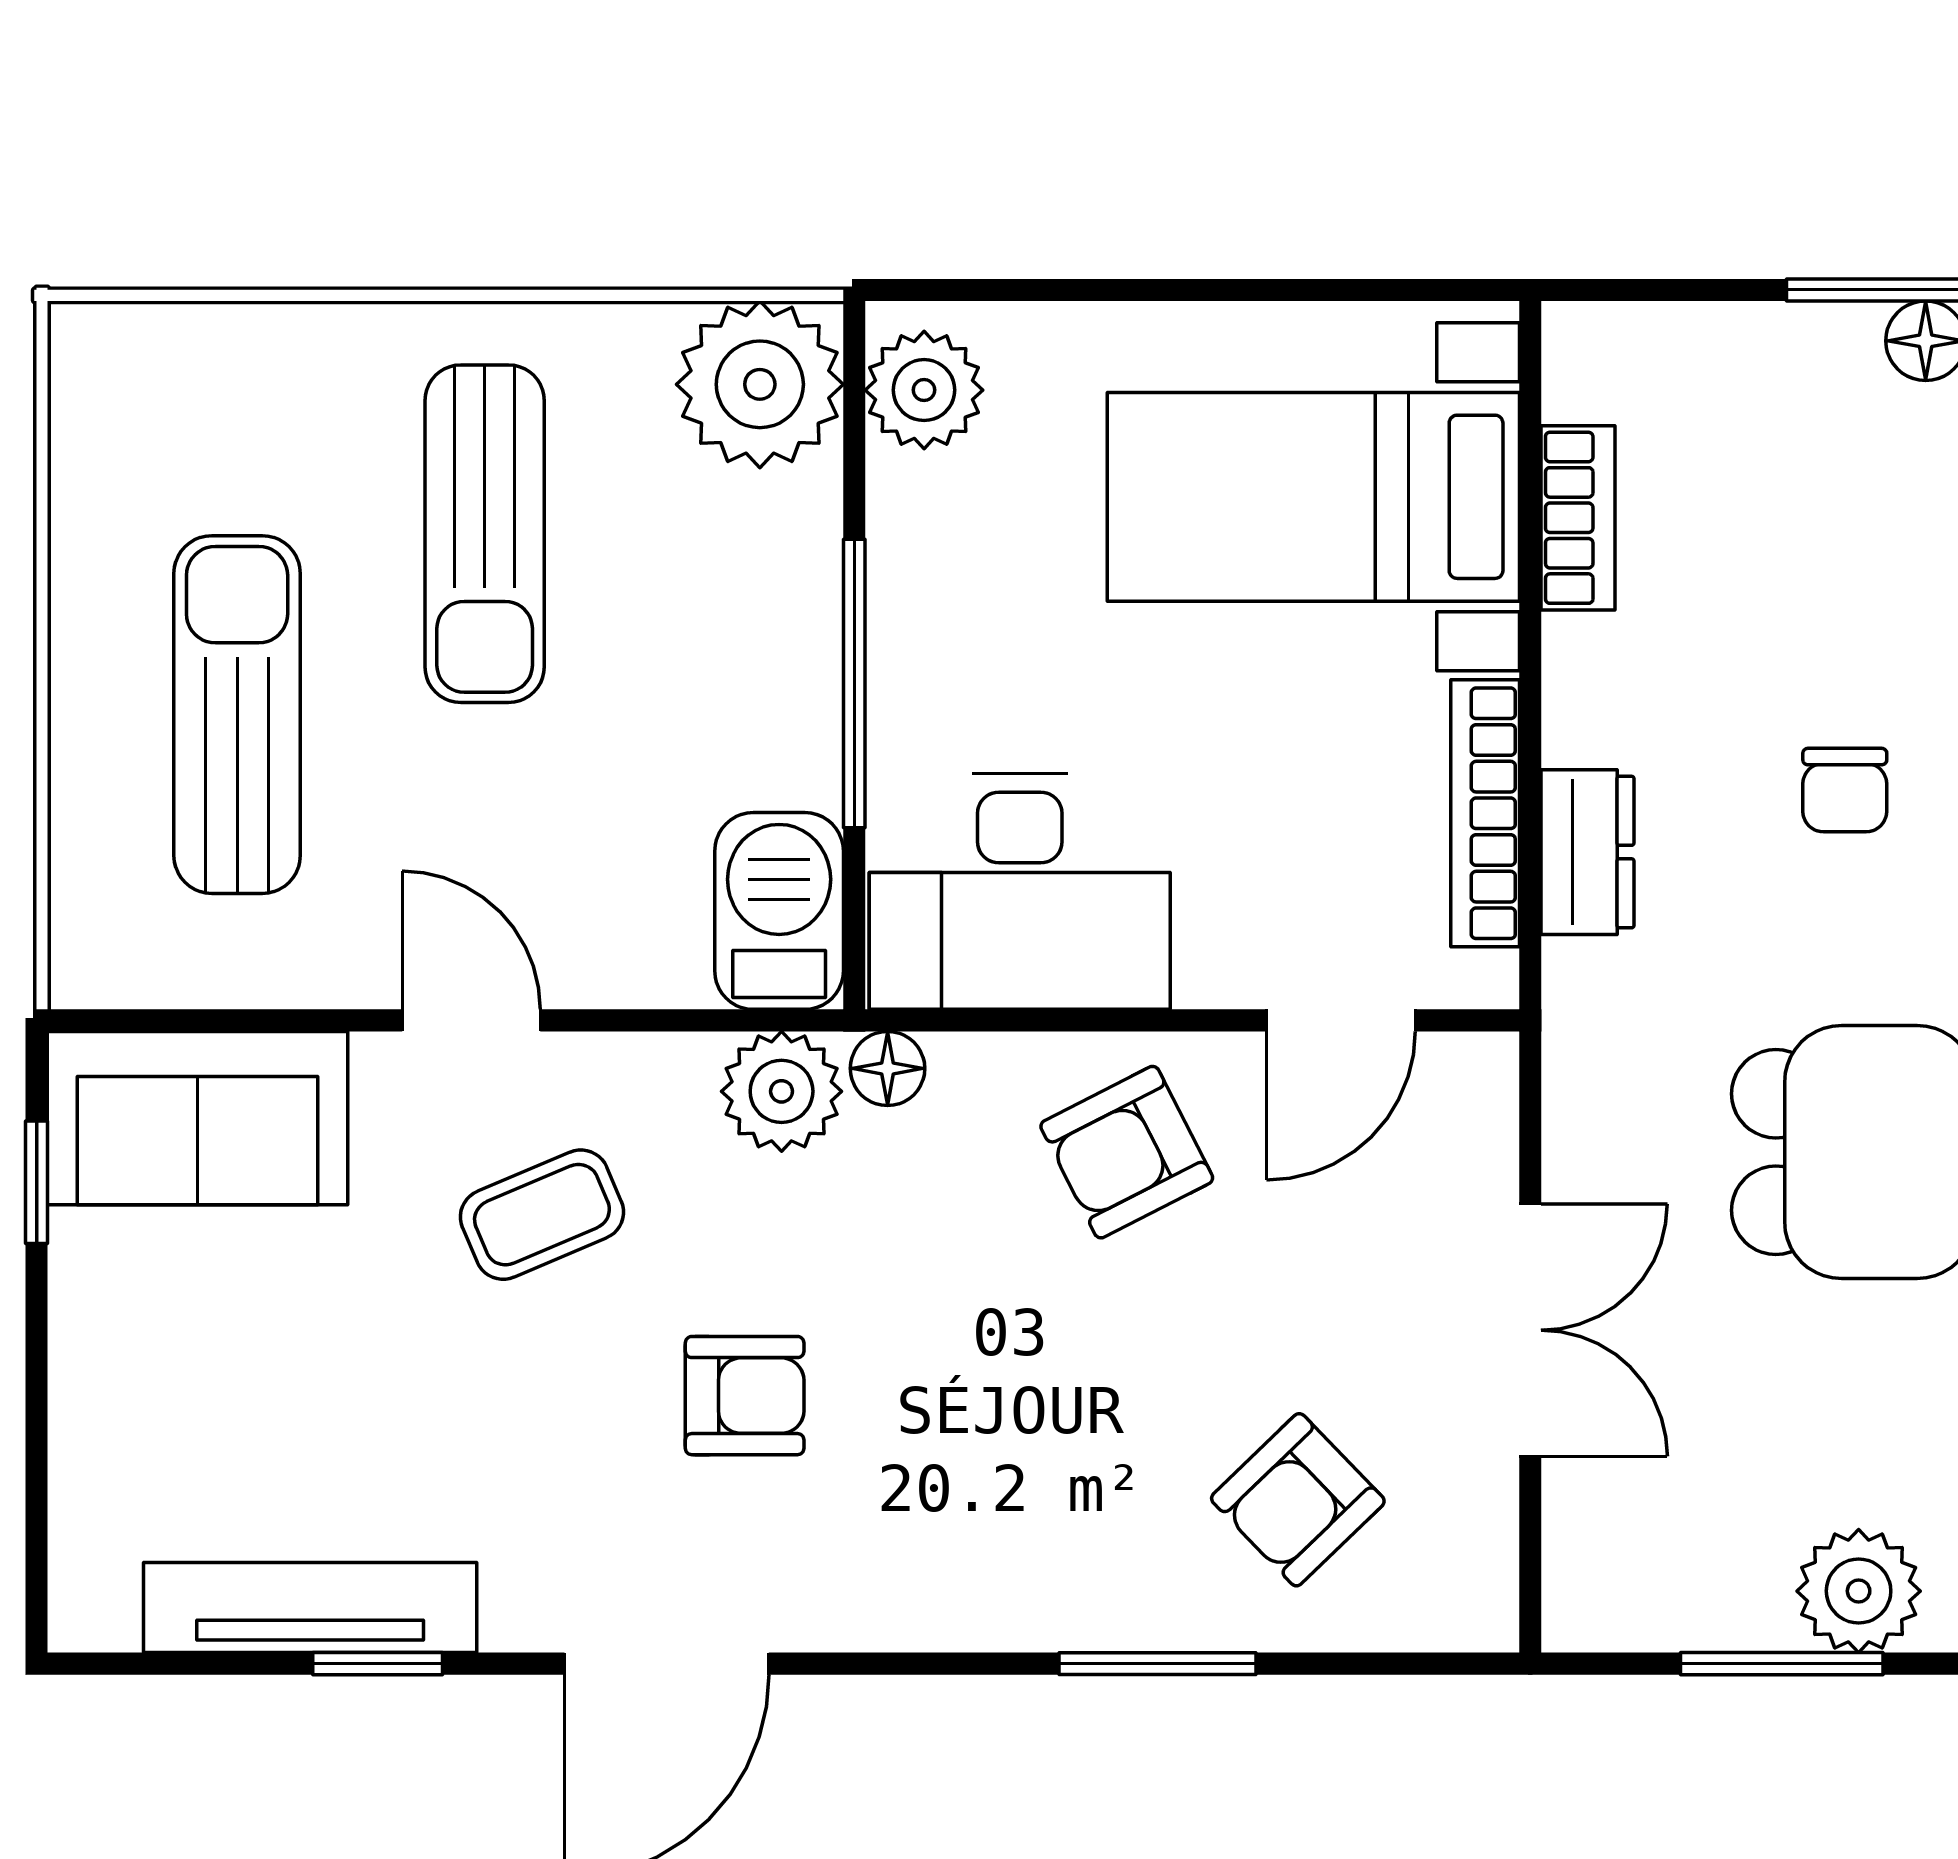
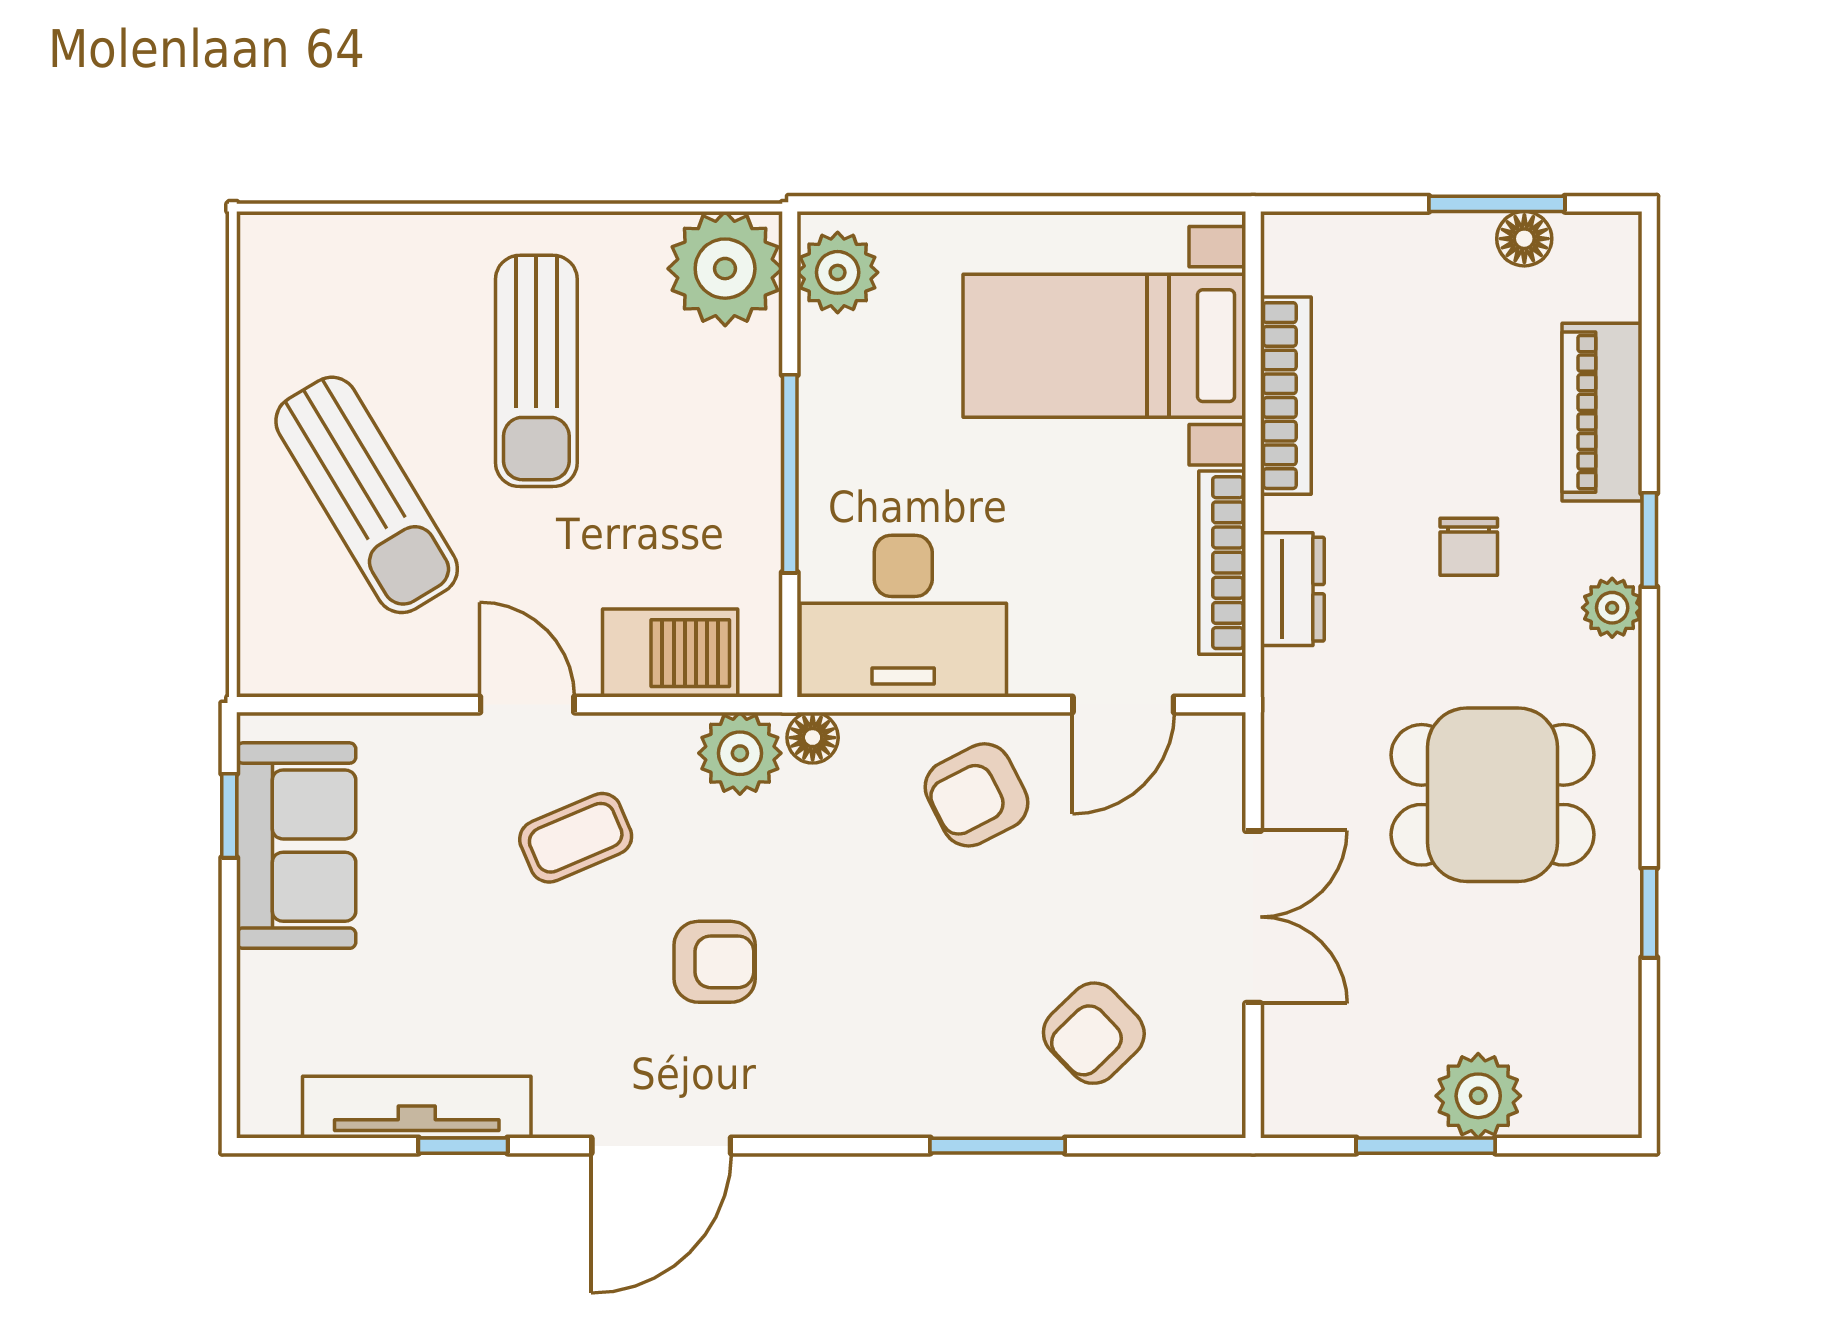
bookcase: (1578, 518) -> (1286, 396), width x1.56
sun lounger: (237, 715) -> (367, 495), turned 149
barbecue: (779, 911) -> (670, 653), moved, turned 90
sofa: (198, 1118) -> (296, 846), moved, turned -90

